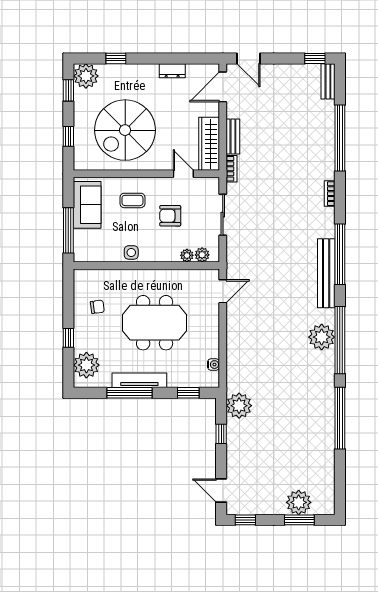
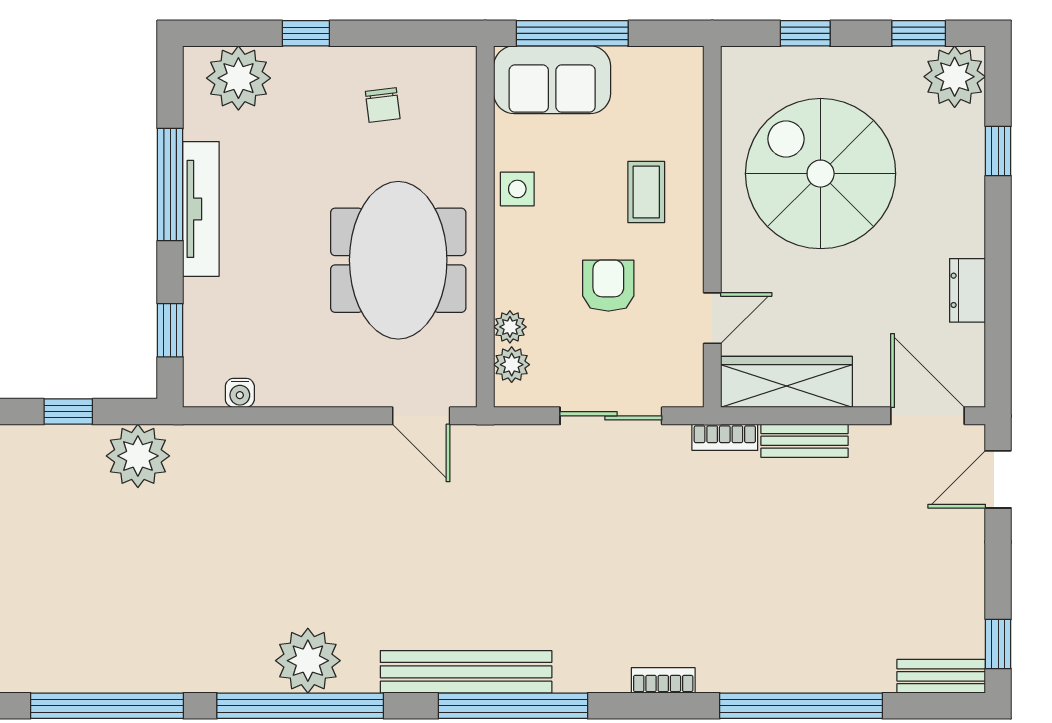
sofa: (87, 205) -> (552, 80), moved
meeting table: (155, 323) -> (398, 260), moved

